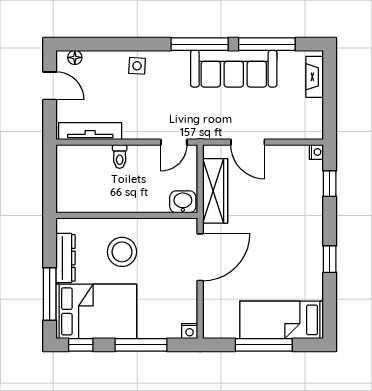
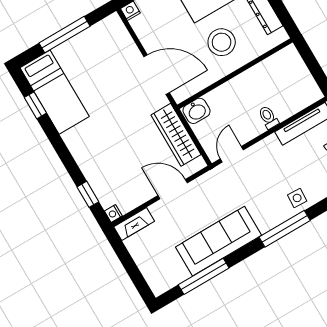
window: (200, 44) -> (285, 229), moved
fireplace: (315, 77) -> (134, 224), moved, turned 90
door: (200, 257) -> (157, 75), swing flipped
window: (330, 259) -> (35, 105), moved
bed: (282, 320) -> (55, 92), moved, turned 90

